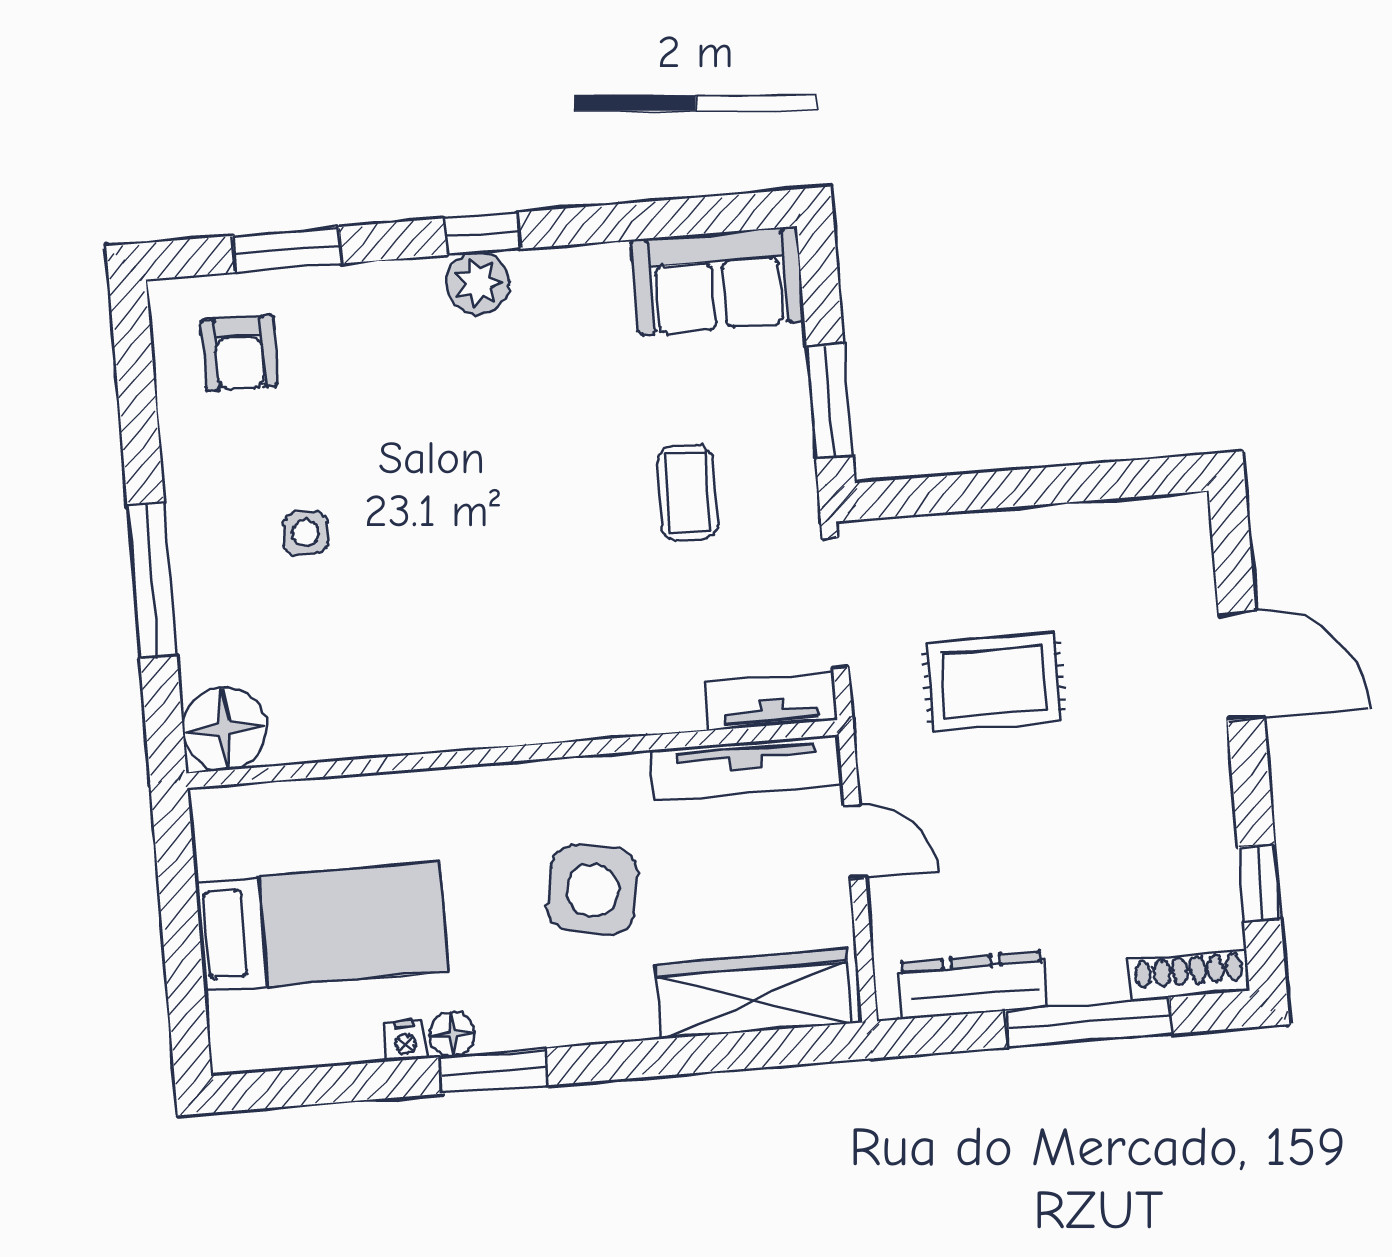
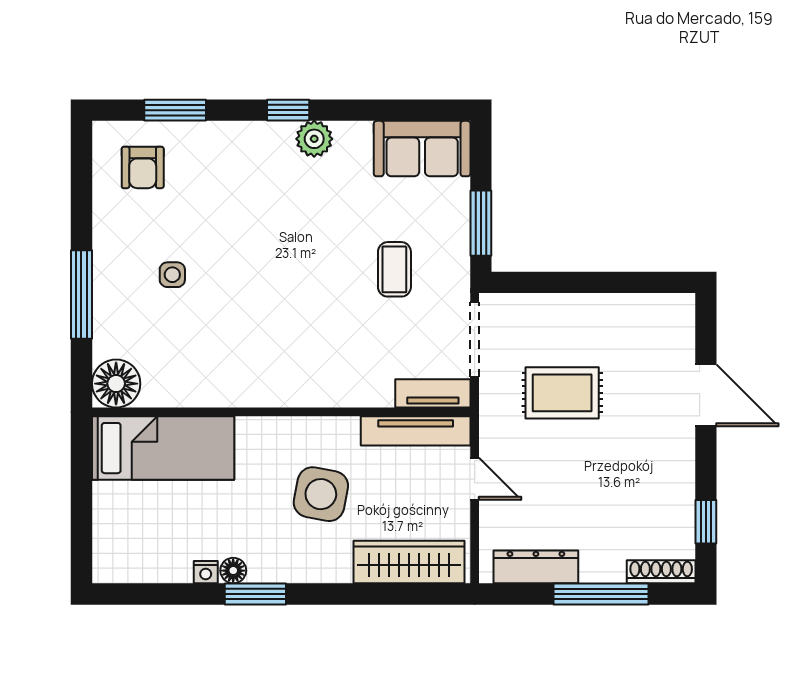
plant: (478, 284) -> (314, 139), moved
bed: (322, 926) -> (163, 448), moved

